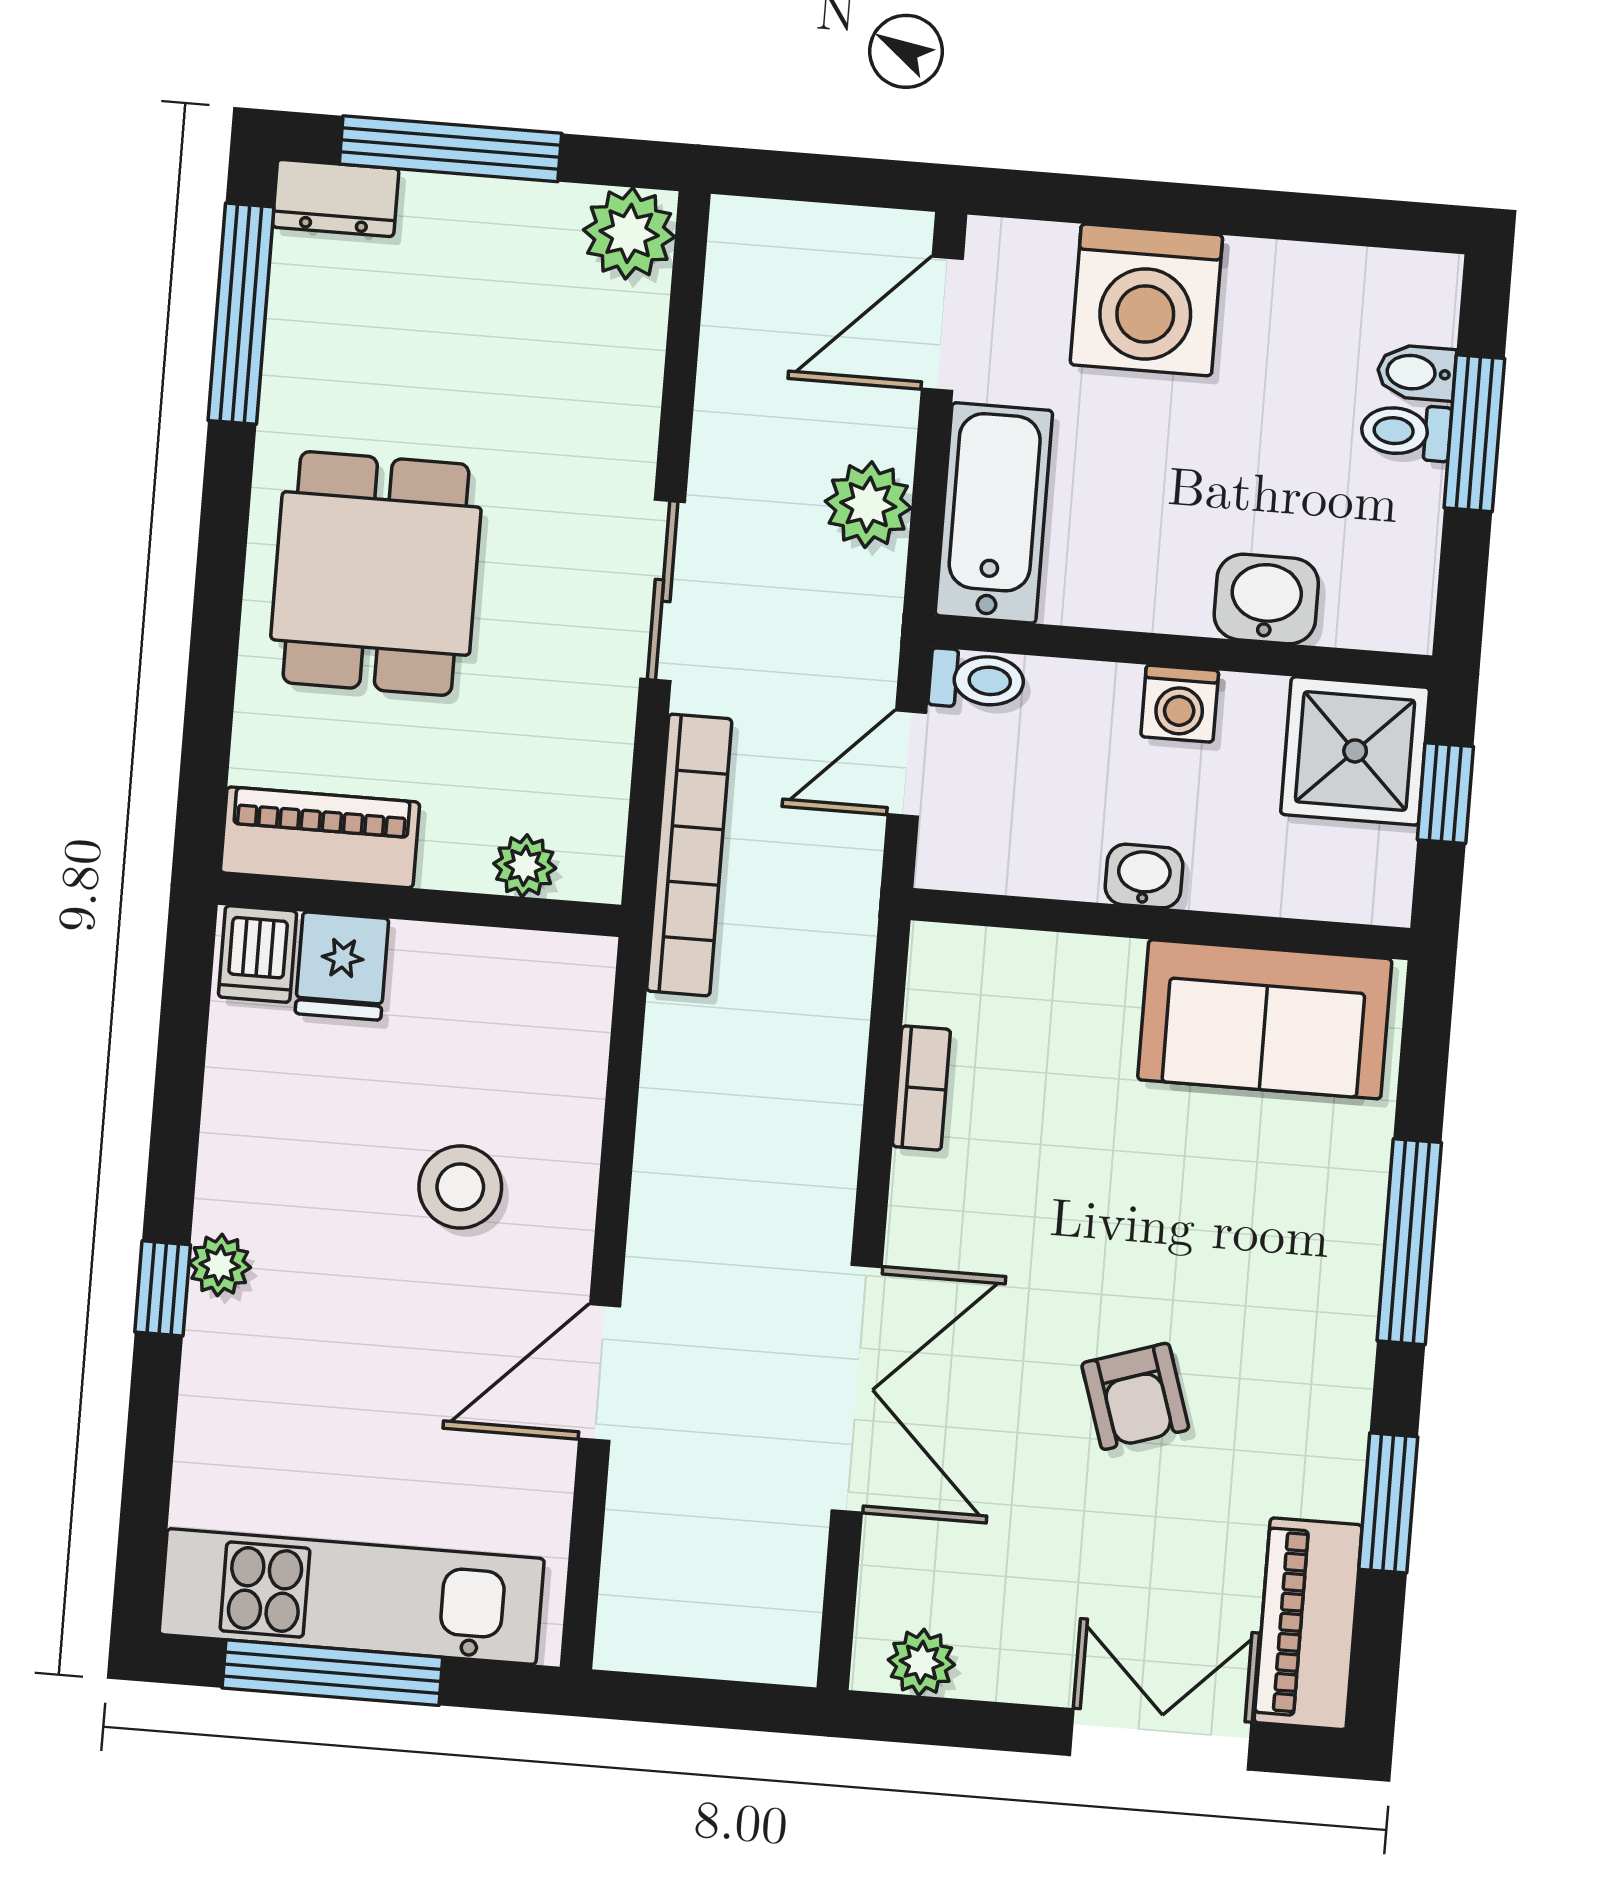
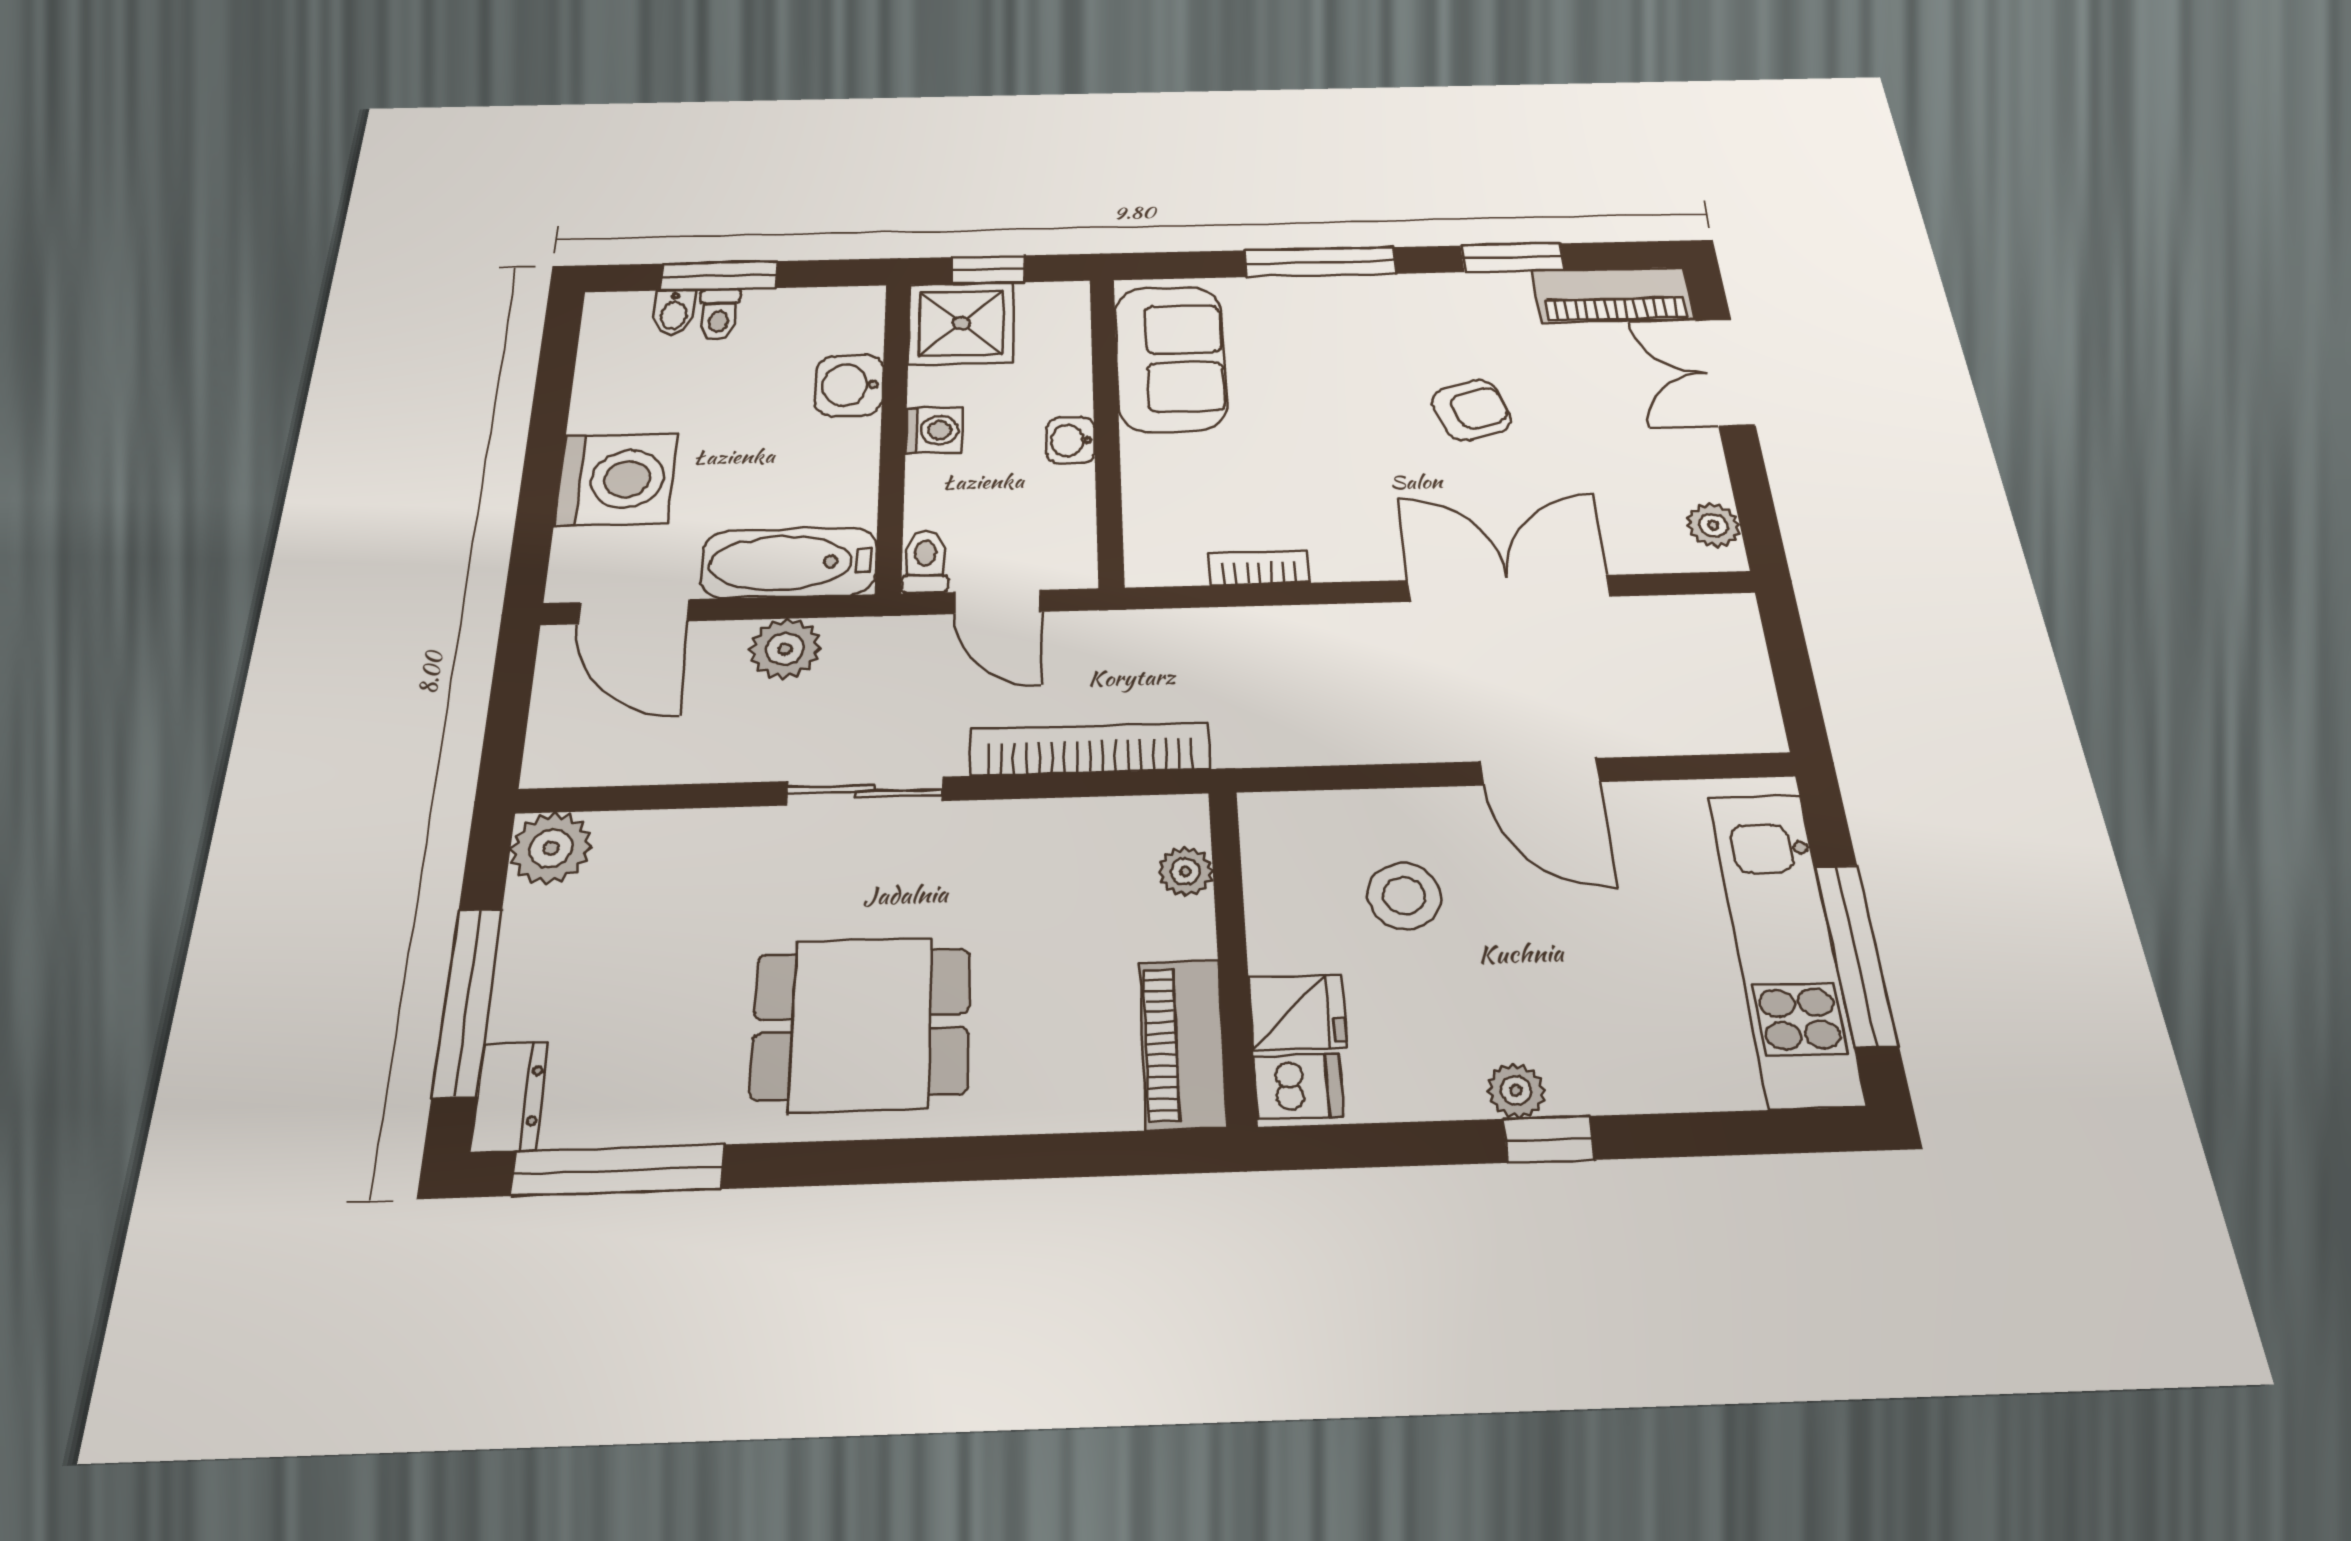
piano: (320, 837) -> (1183, 1043), moved
plant: (525, 866) -> (1185, 872), moved
wall: (419, 905) -> (1232, 953), moved
dishwasher: (258, 954) -> (1298, 1086), moved
fridge: (342, 966) -> (1297, 1012), moved

